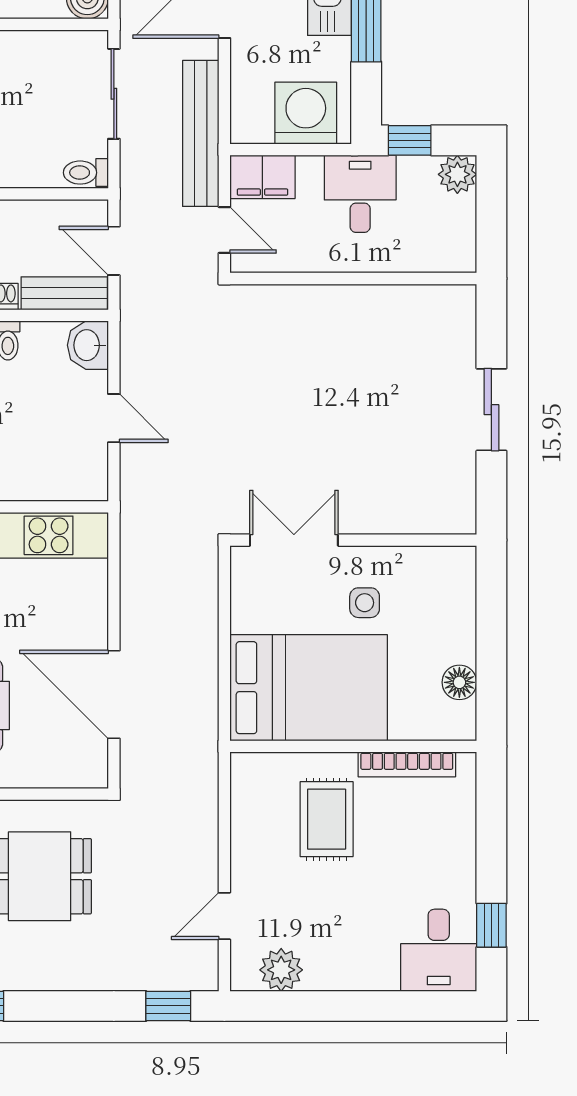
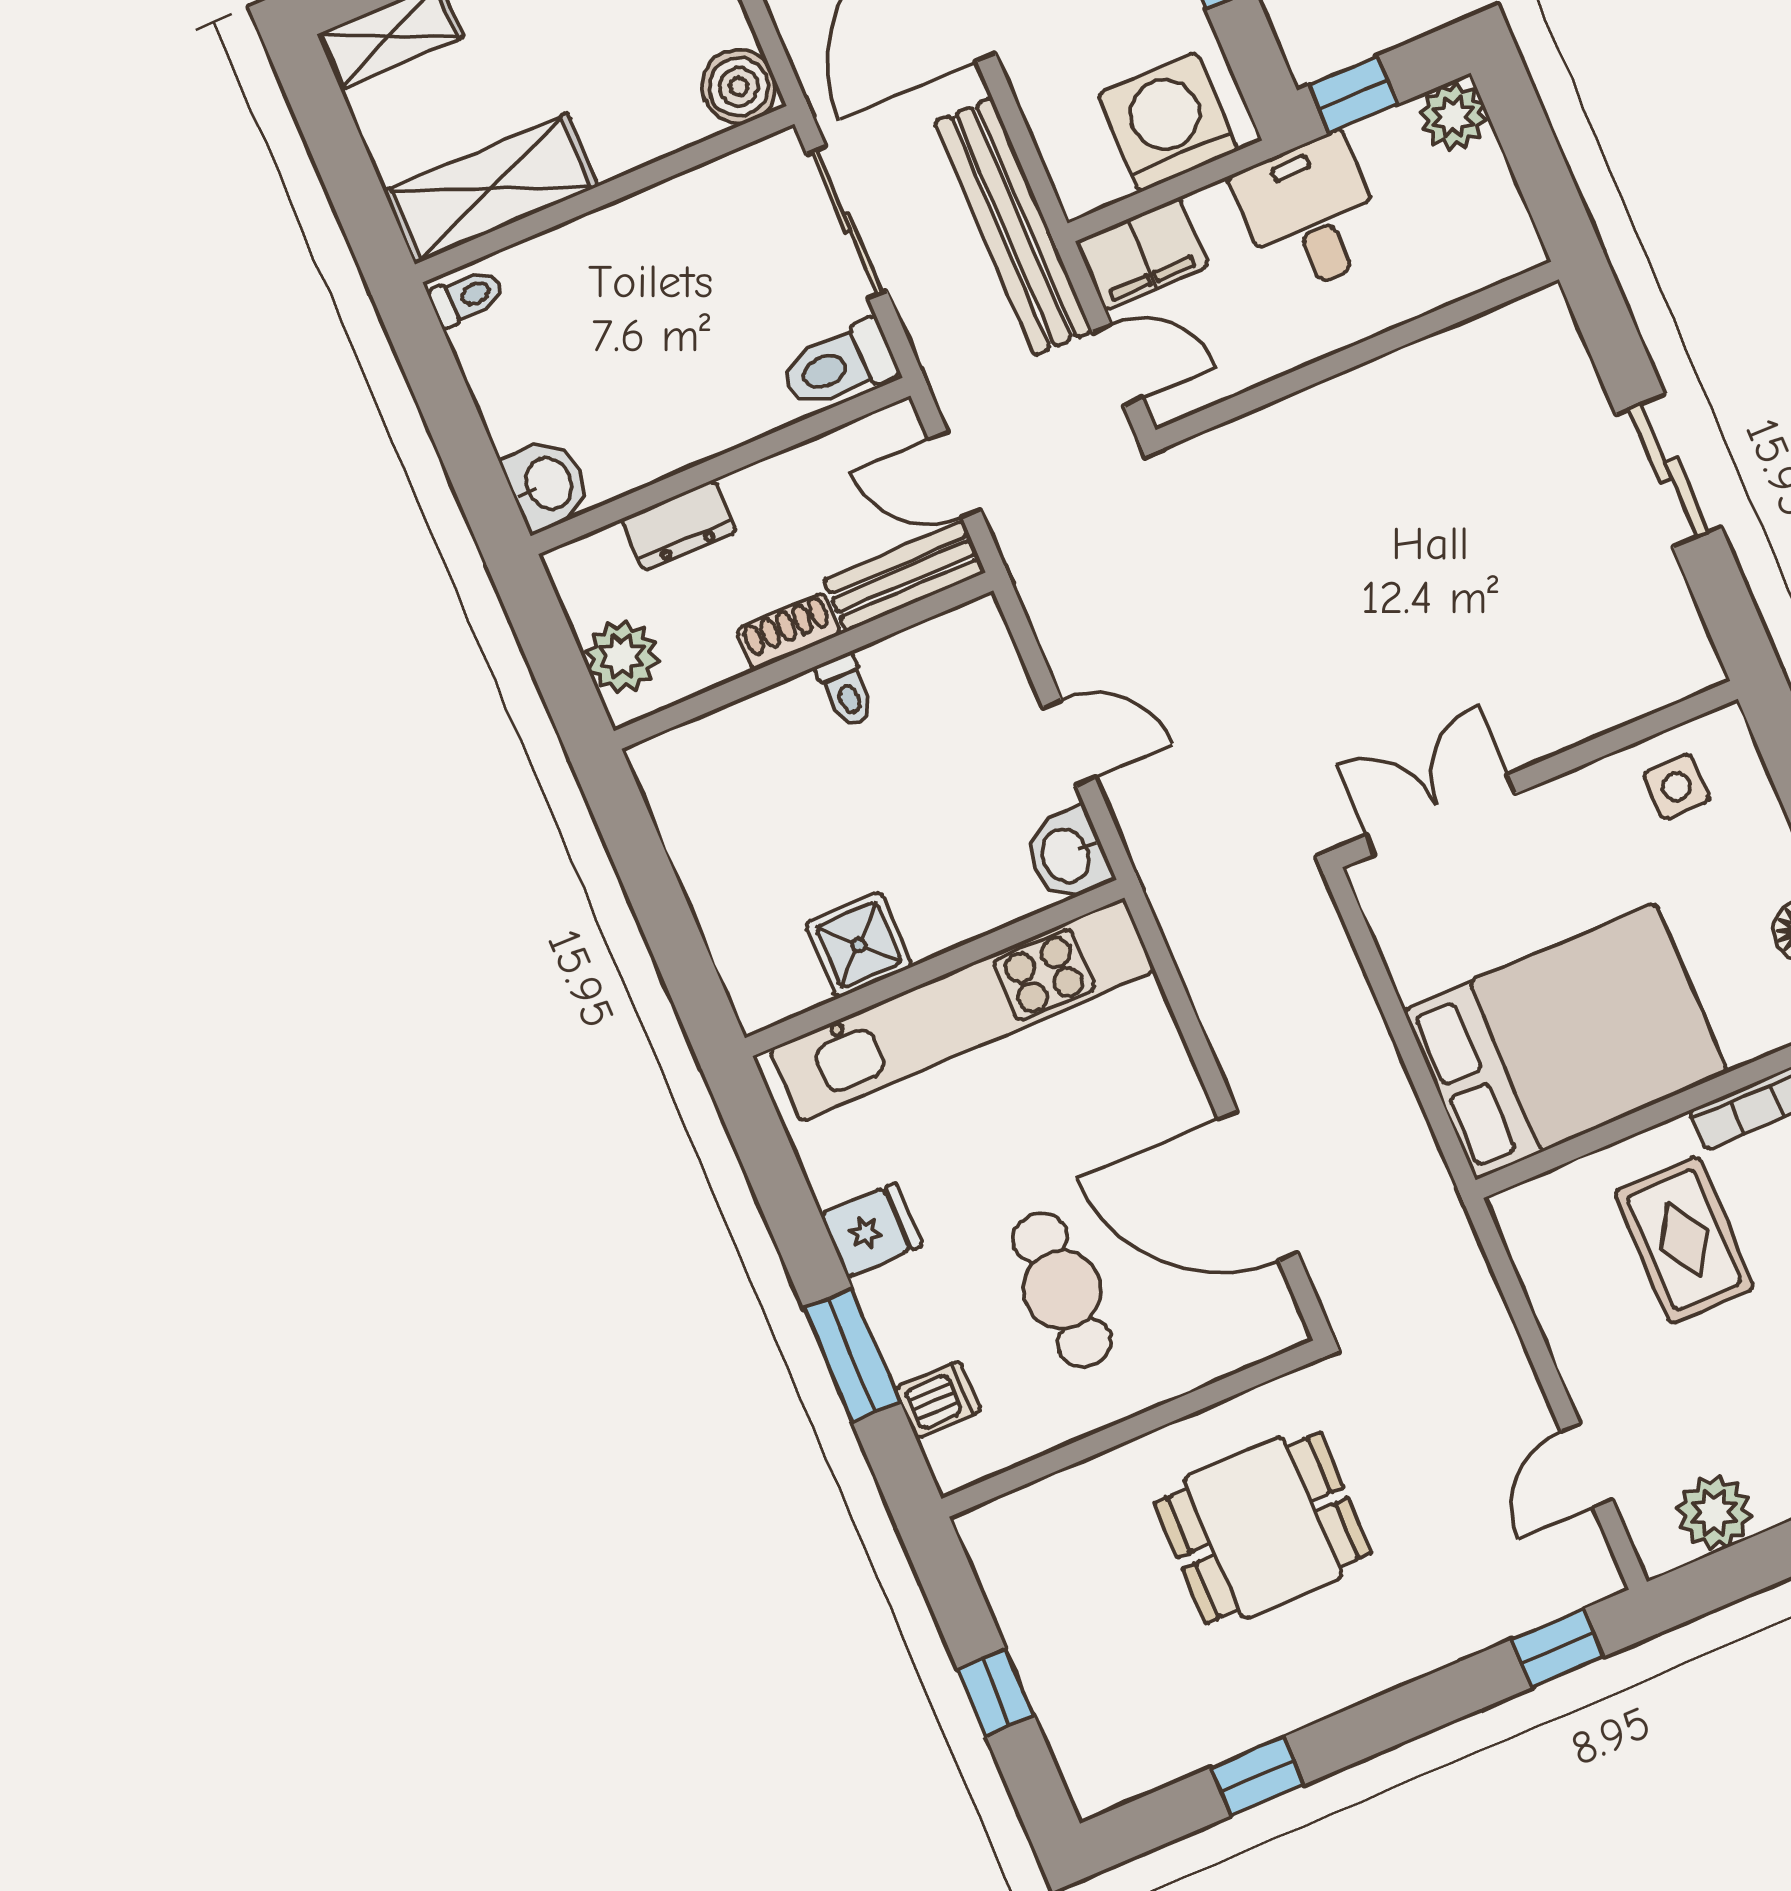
toilet: (86, 173) -> (839, 365), width x1.37, depth x1.39
washbasin: (88, 345) -> (1067, 855), moved
side table: (365, 603) -> (1677, 787), moved

